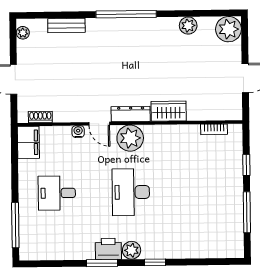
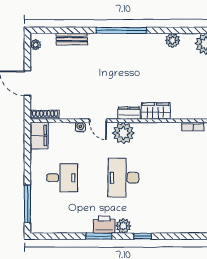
dresser: (131, 114) -> (129, 113), width x0.70
shoe rack: (40, 117) -> (45, 115), width x1.43
desk: (57, 193) -> (62, 178), turned 180

